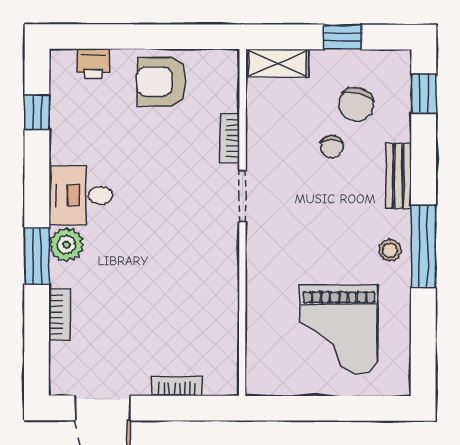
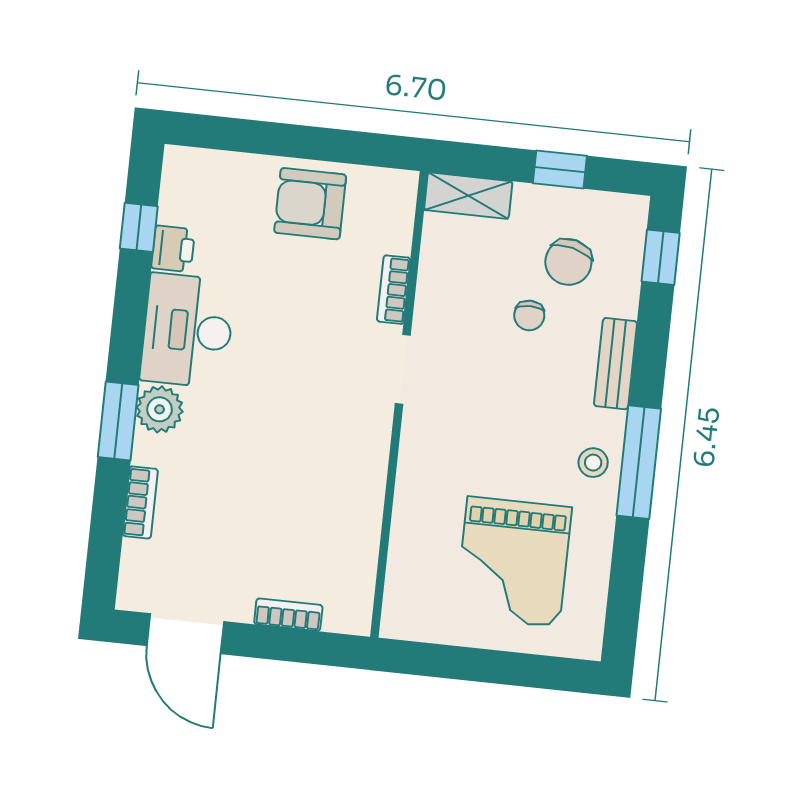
printer: (93, 63) -> (173, 249), moved, turned -90
desk: (81, 195) -> (188, 331), width x1.37

